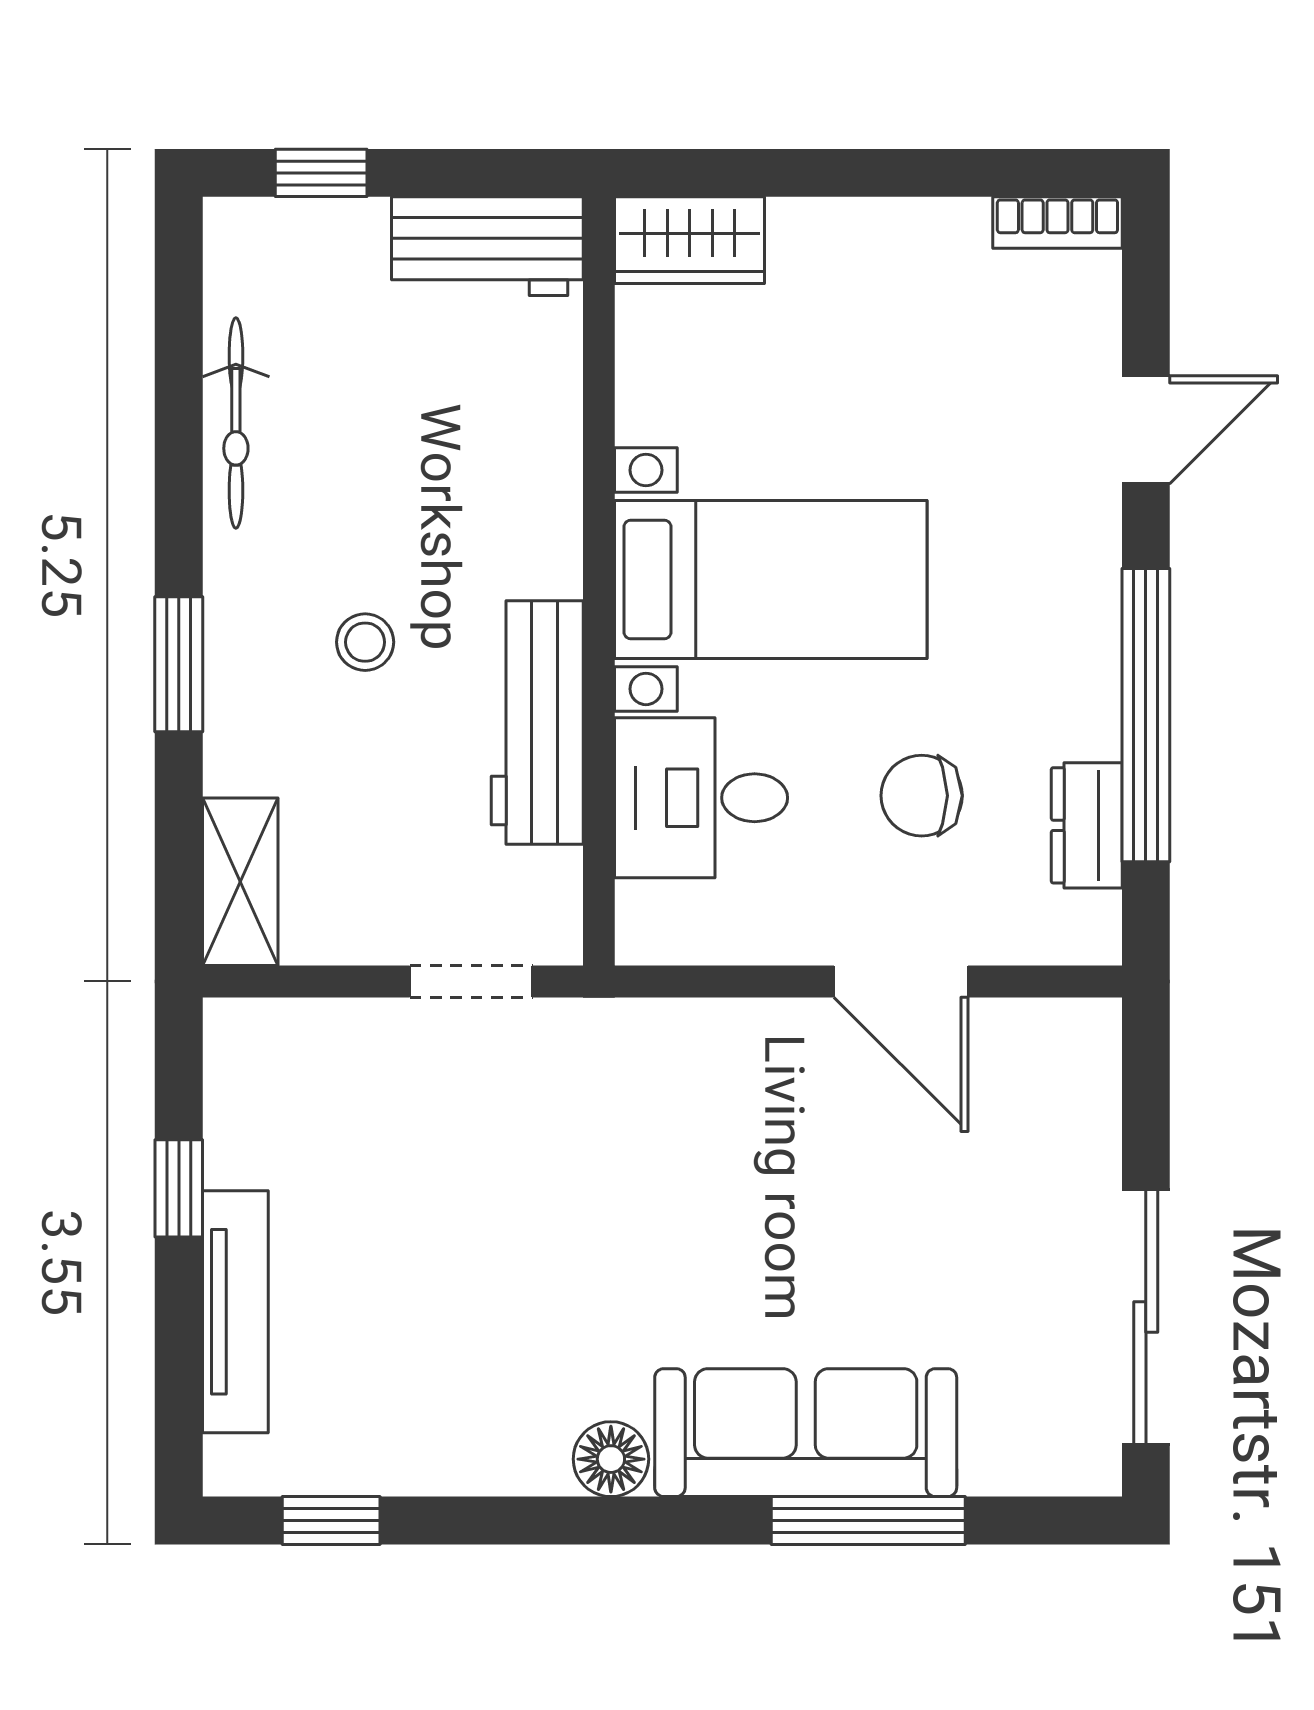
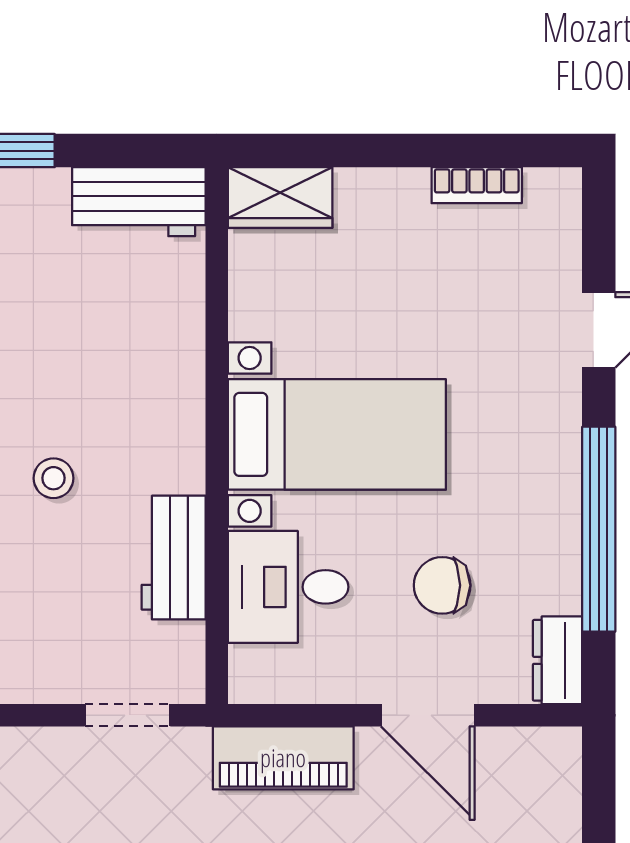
bookcase: (1057, 223) -> (477, 185), moved
workbench: (537, 723) -> (174, 558), width x0.73
dresser: (1087, 825) -> (557, 660), moved
piano: (694, 1042) -> (283, 758), added

